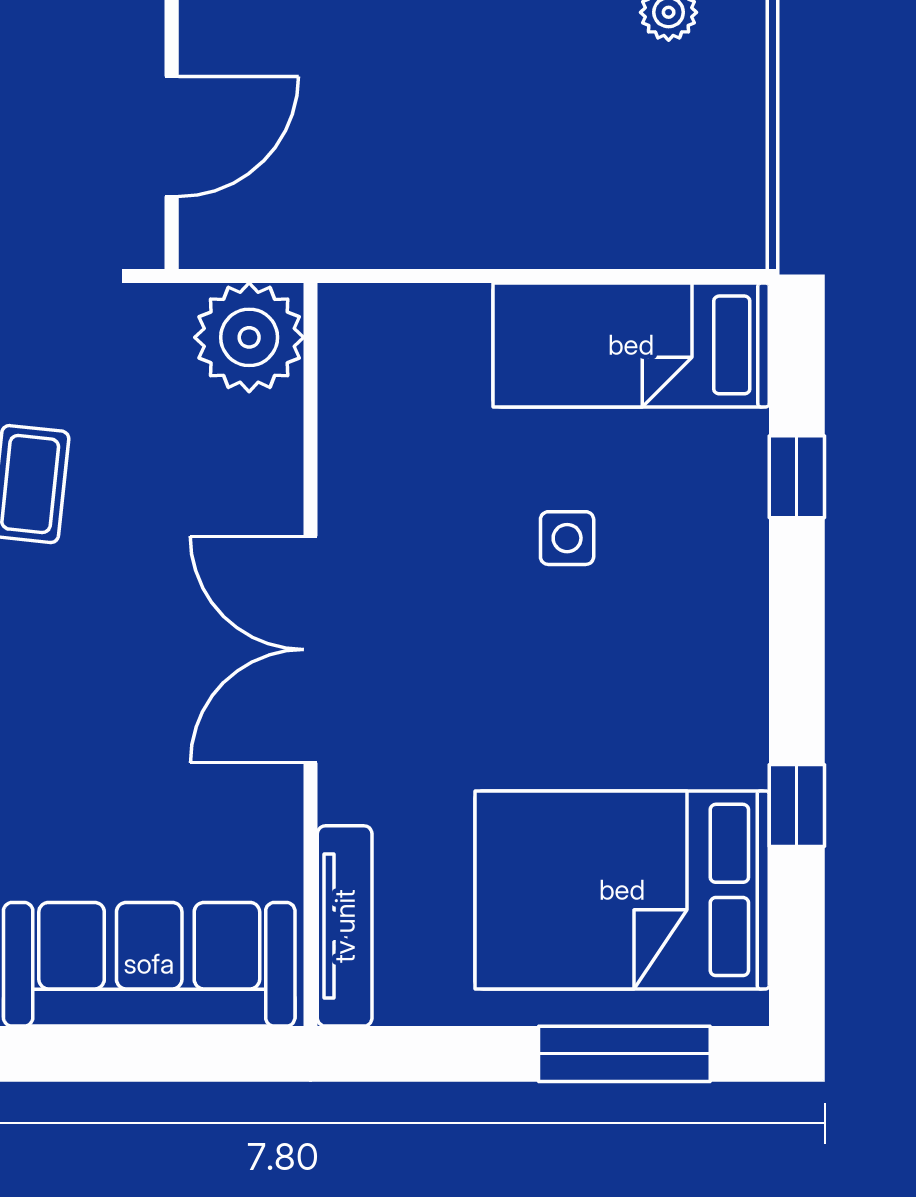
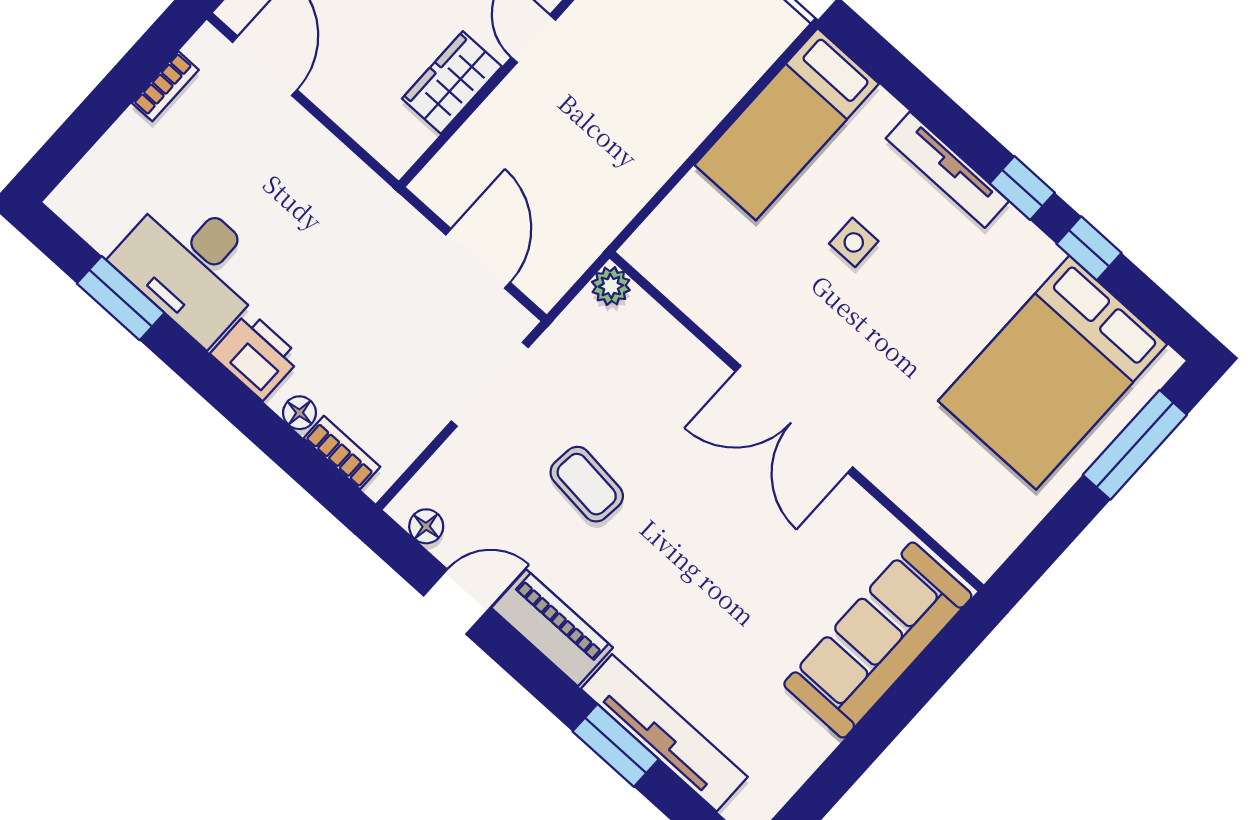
plant: (249, 337) -> (611, 286), width x0.53, depth x0.53
window: (797, 477) -> (1022, 188), moved
tv unit: (345, 926) -> (947, 170), moved, turned 180

